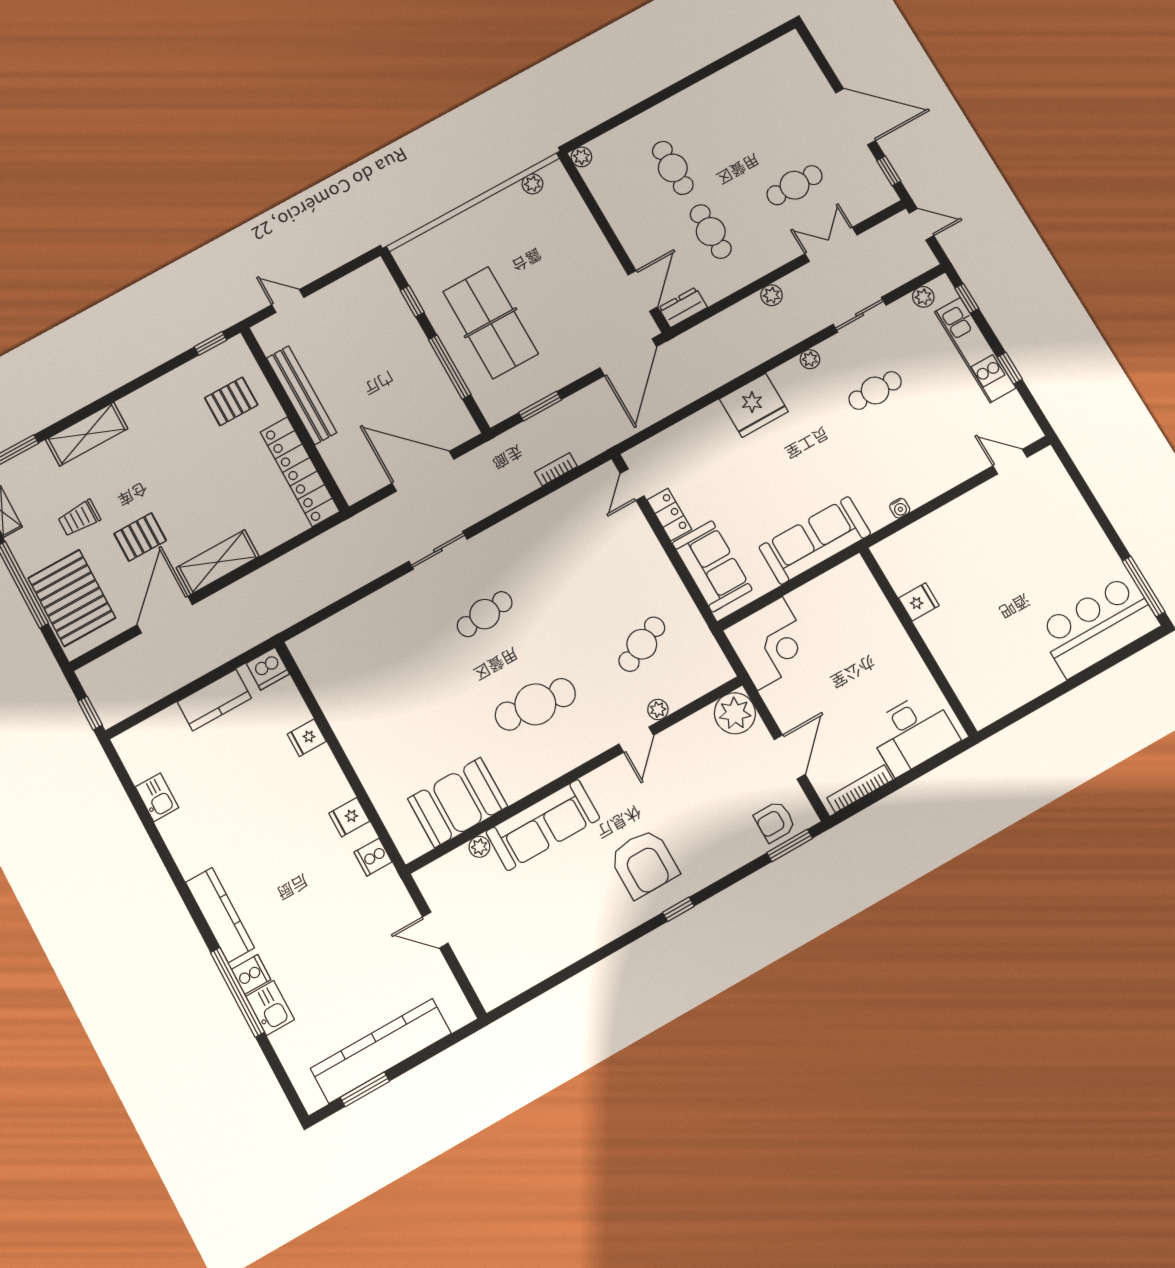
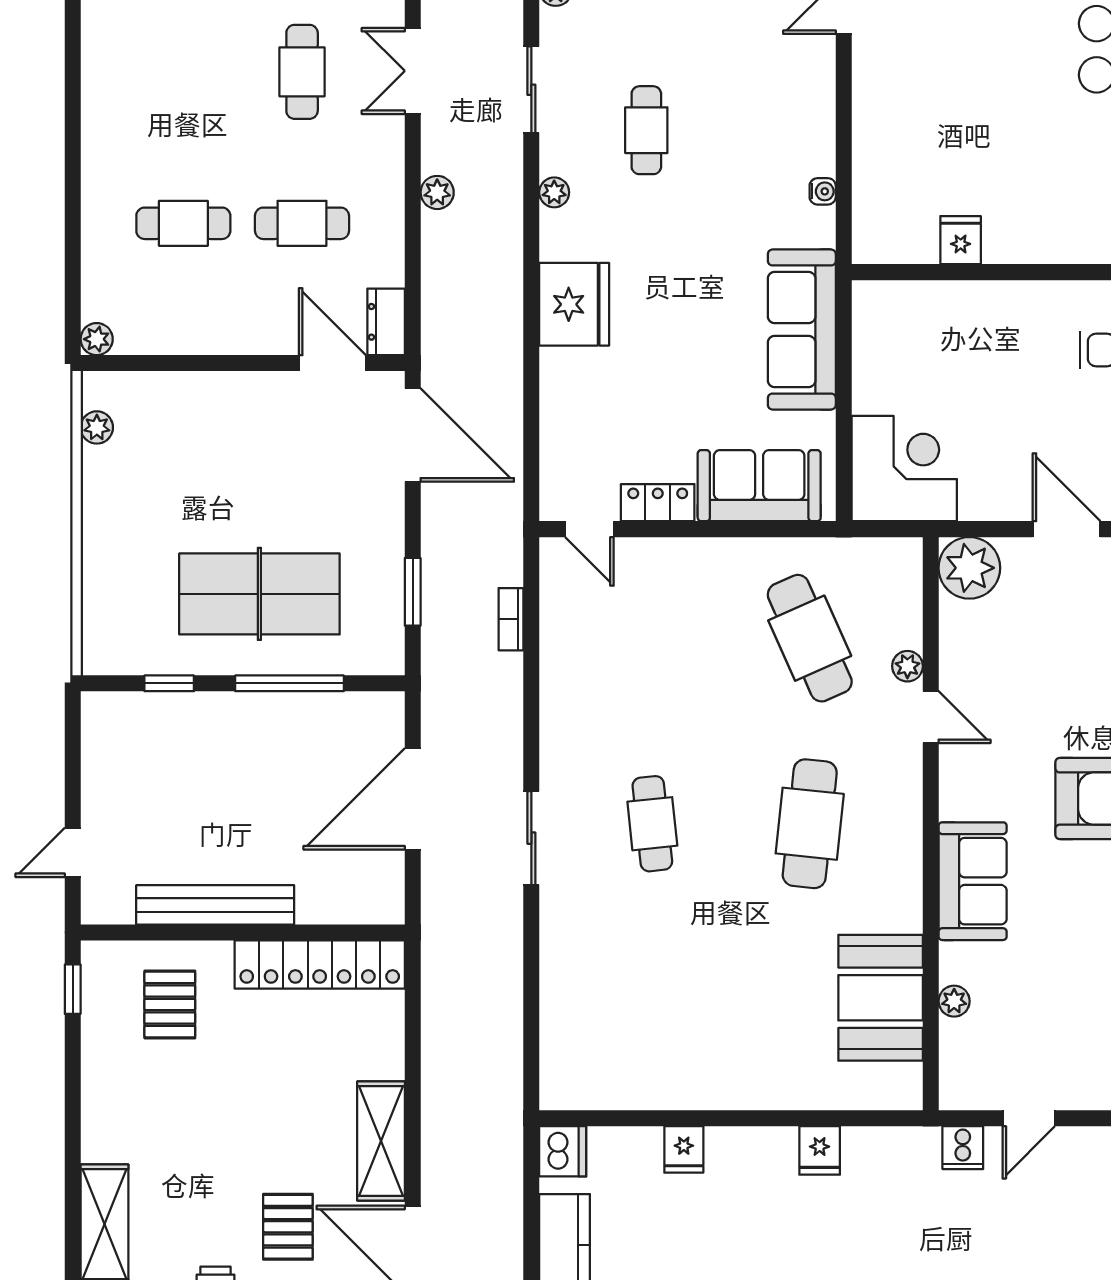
cafe table: (642, 644) -> (810, 638), width x1.37, depth x1.35
sofa: (543, 825) -> (973, 881), width x0.73
cooker: (373, 857) -> (963, 1148), moved

